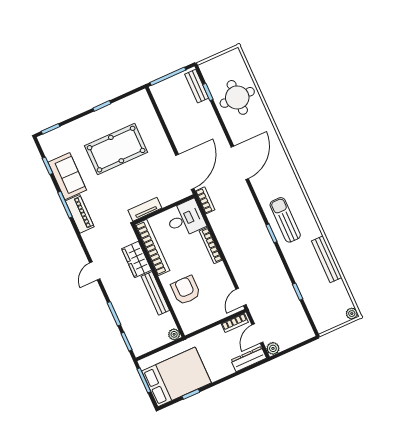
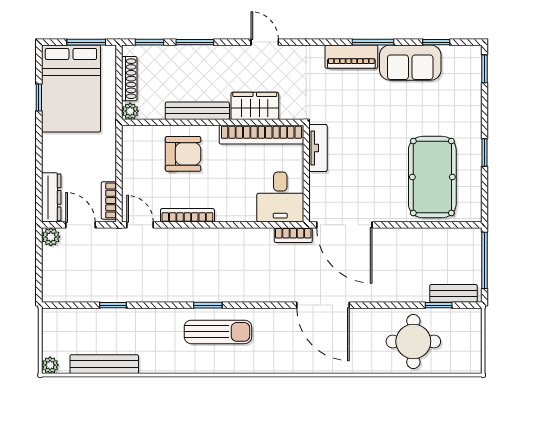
pool table: (116, 149) -> (432, 177), moved
bookcase: (211, 246) -> (187, 215), moved
bench: (327, 259) -> (104, 364), moved
shoe rack: (154, 344) -> (129, 79), added

